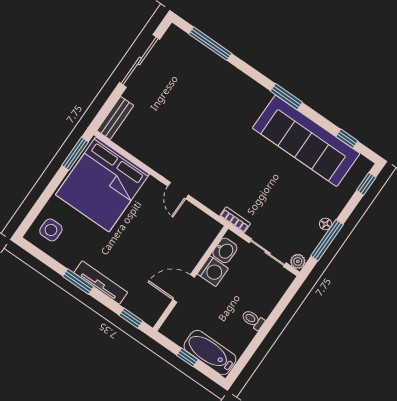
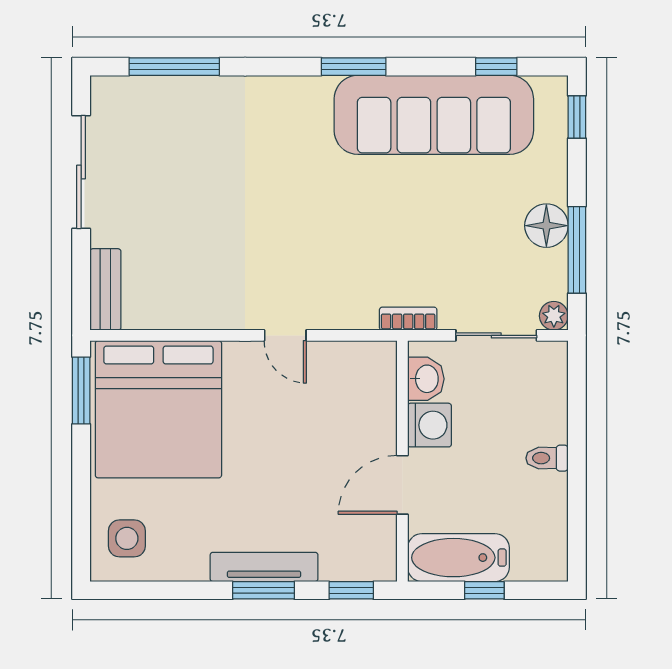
floor lamp: (326, 224) -> (546, 226), width x1.89, depth x1.89
window: (78, 282) -> (264, 590), moved
bathtub: (210, 353) -> (458, 558), moved

